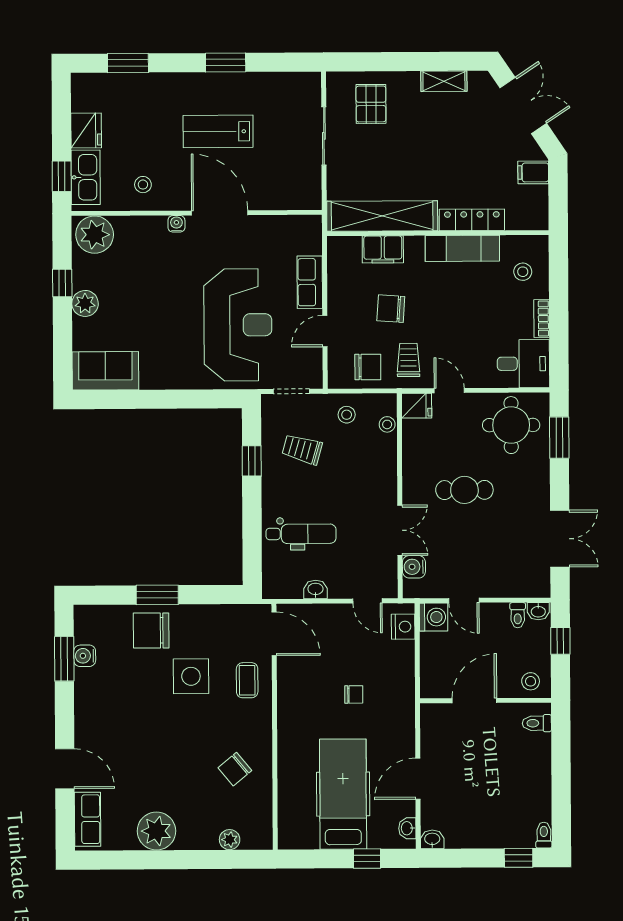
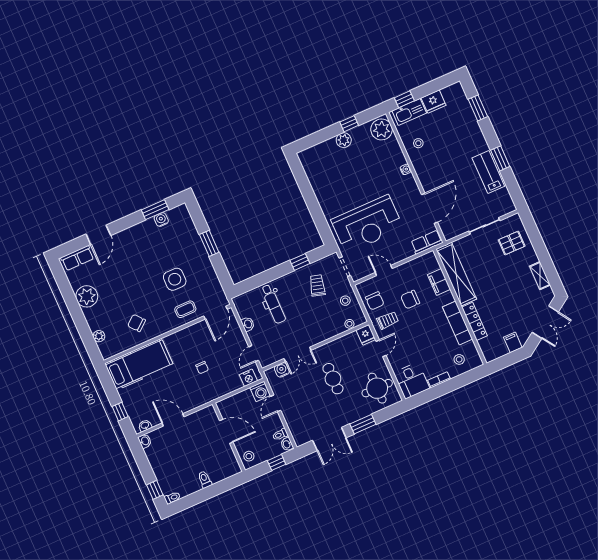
lab bench: (218, 131) -> (488, 172), moved
door: (220, 213) -> (430, 208), moved
row of seats: (310, 282) -> (427, 242), moved
chair: (391, 309) -> (410, 300), turned -94
sofa: (105, 371) -> (313, 166), removed
window: (559, 438) -> (363, 424), moved
chair: (151, 630) -> (189, 248), removed
toilet: (537, 723) -> (205, 479), moved
hospital bed: (343, 794) -> (139, 364), moved

